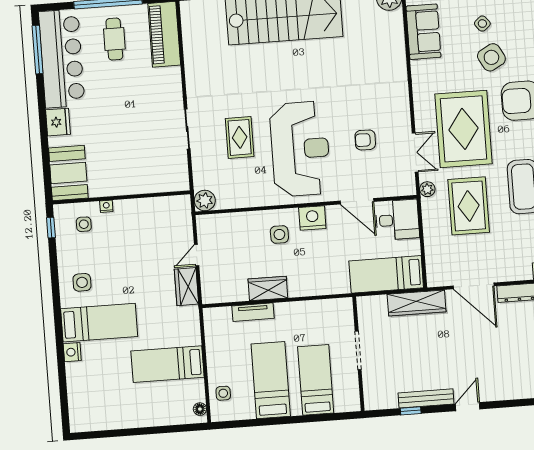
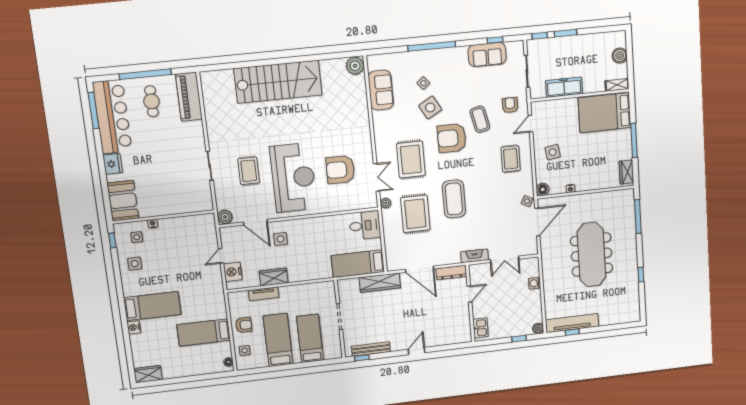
rug: (464, 129) -> (411, 160), width x0.73, depth x0.69
armchair: (365, 140) -> (340, 170), width x1.88, depth x1.88
door: (357, 201) -> (255, 222), moved
nightstand: (312, 218) -> (233, 272), moved, turned -90
side table: (82, 282) -> (135, 264), moved
wardrobe: (186, 287) -> (148, 374), moved, turned 90
armchair: (223, 356) -> (244, 325), added
bench: (426, 398) -> (371, 349), moved
window: (411, 411) -> (362, 358), moved

